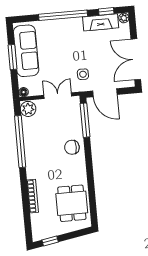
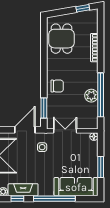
sofa: (26, 51) -> (76, 187), moved, turned 90
door: (105, 93) -> (25, 130), hinge flipped
double door: (58, 96) -> (65, 131), swing flipped
plant: (28, 109) -> (91, 96), moved
window: (85, 120) -> (44, 108), width x0.69

